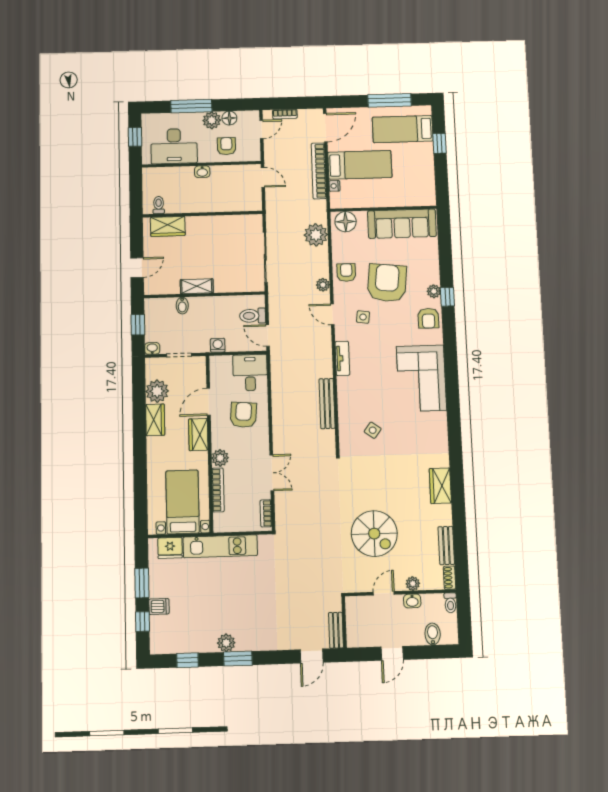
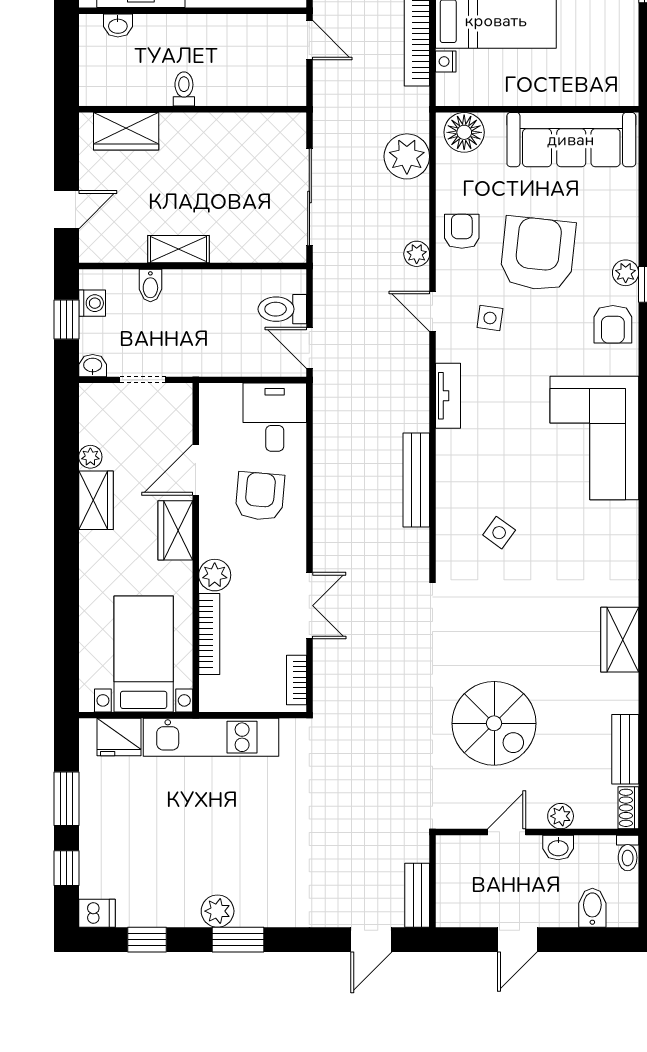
washbasin: (202, 172) -> (118, 25), moved
toilet: (159, 205) -> (184, 89), moved
washing machine: (218, 345) -> (92, 303), moved, turned 90
plant: (157, 391) -> (90, 457), width x0.53, depth x0.53
dishwasher: (159, 606) -> (97, 913), moved

